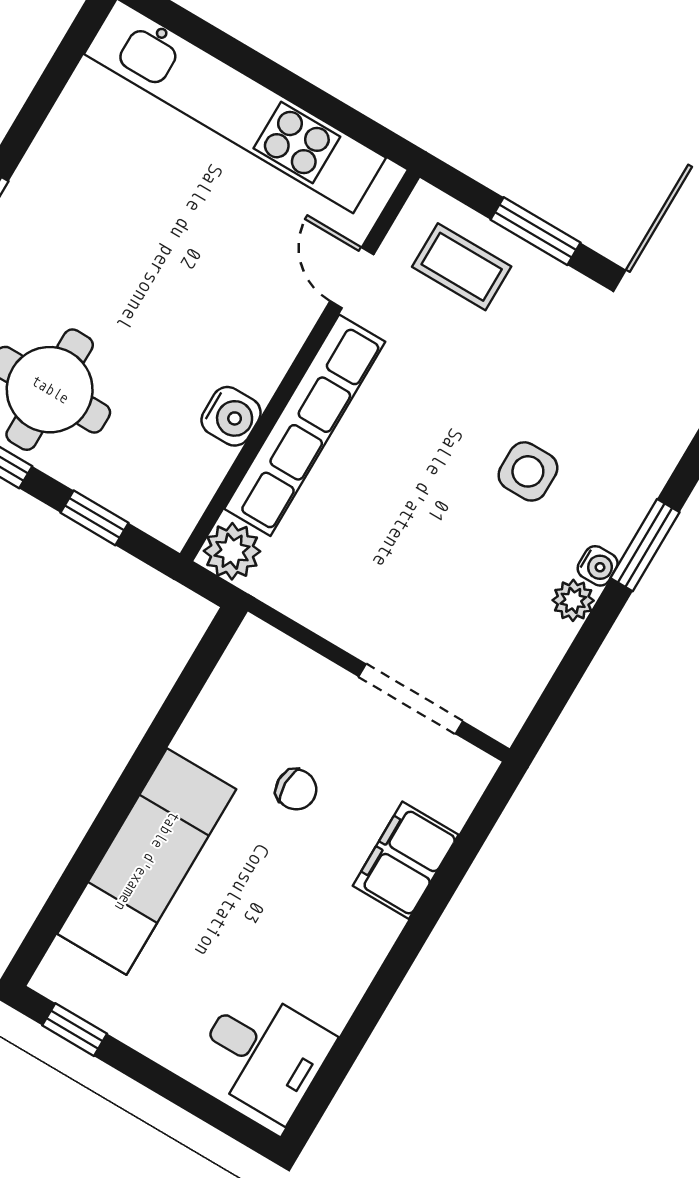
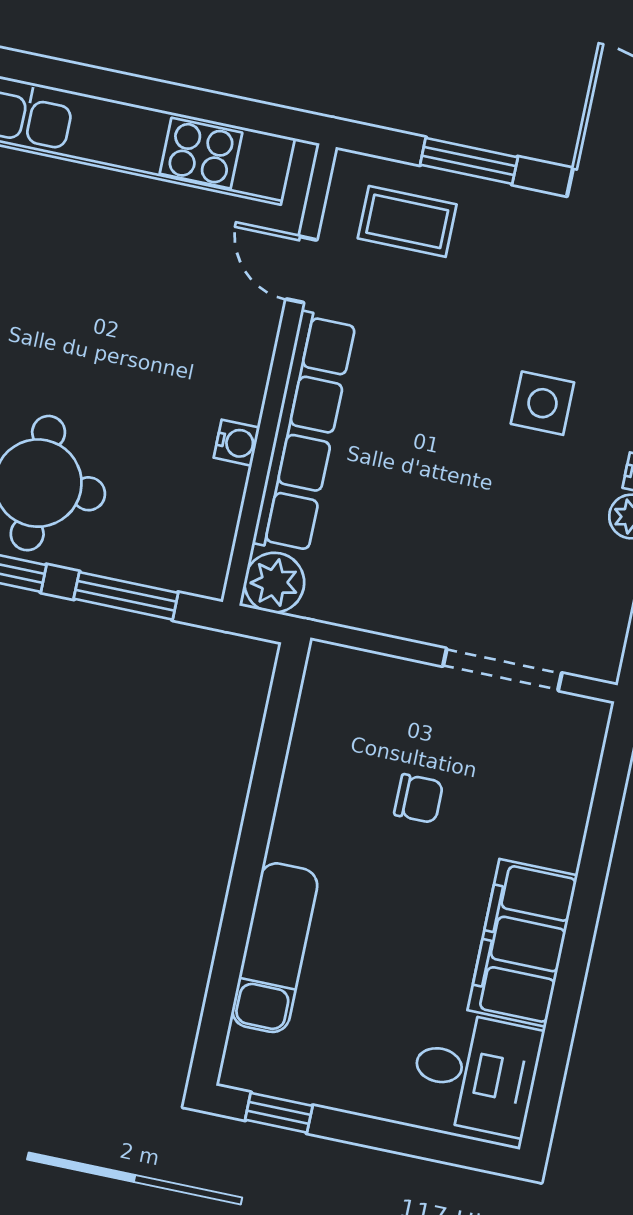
water cooler: (231, 416) -> (237, 443), width x0.72, depth x0.72
window: (95, 518) -> (126, 596), width x1.50
filing cabinet: (406, 860) -> (523, 943), moved, width x1.50, depth x1.17
exam couch: (147, 861) -> (275, 948), width x0.73, depth x0.69

